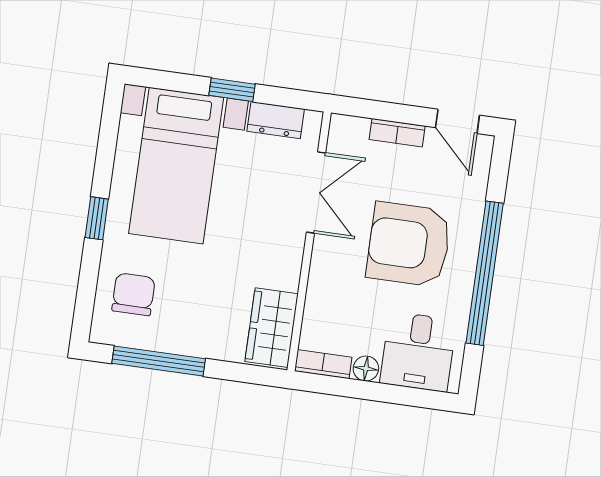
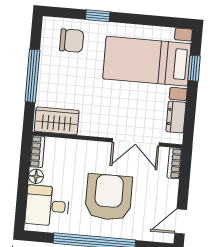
window: (232, 90) -> (194, 68), moved
bookcase: (397, 133) -> (174, 163), moved
window: (97, 218) -> (98, 16), moved
window: (159, 361) -> (32, 76), moved

